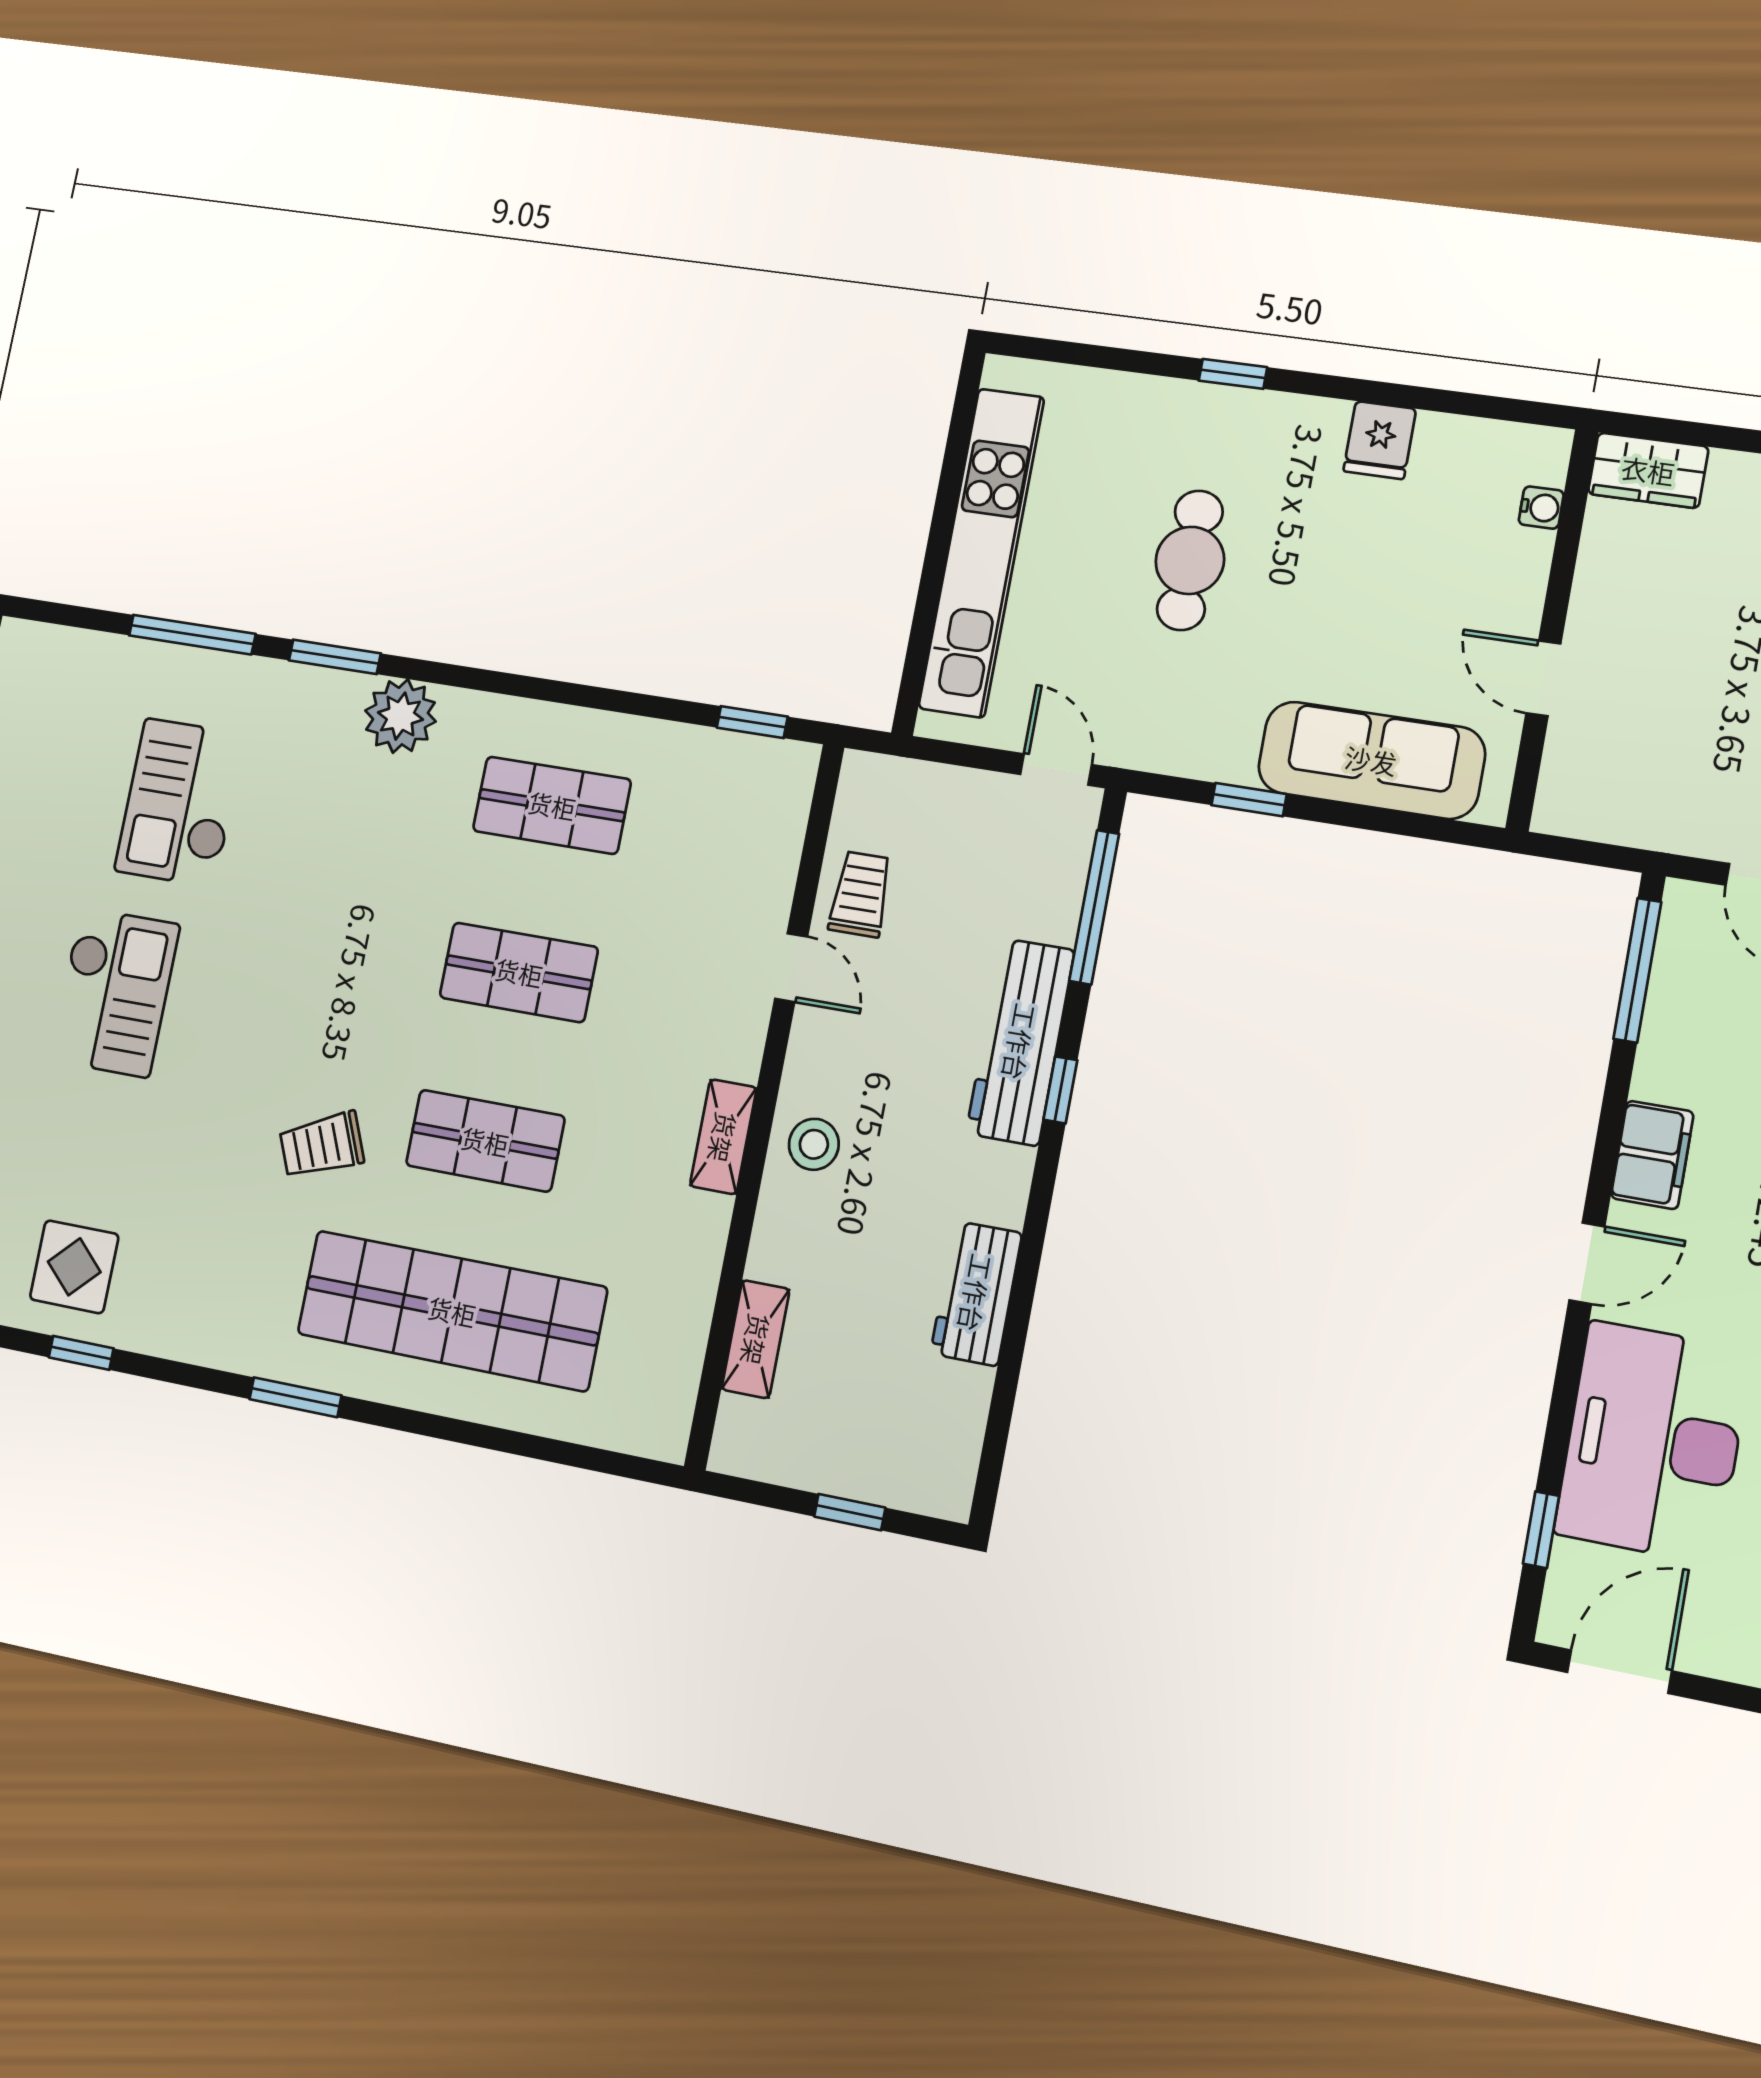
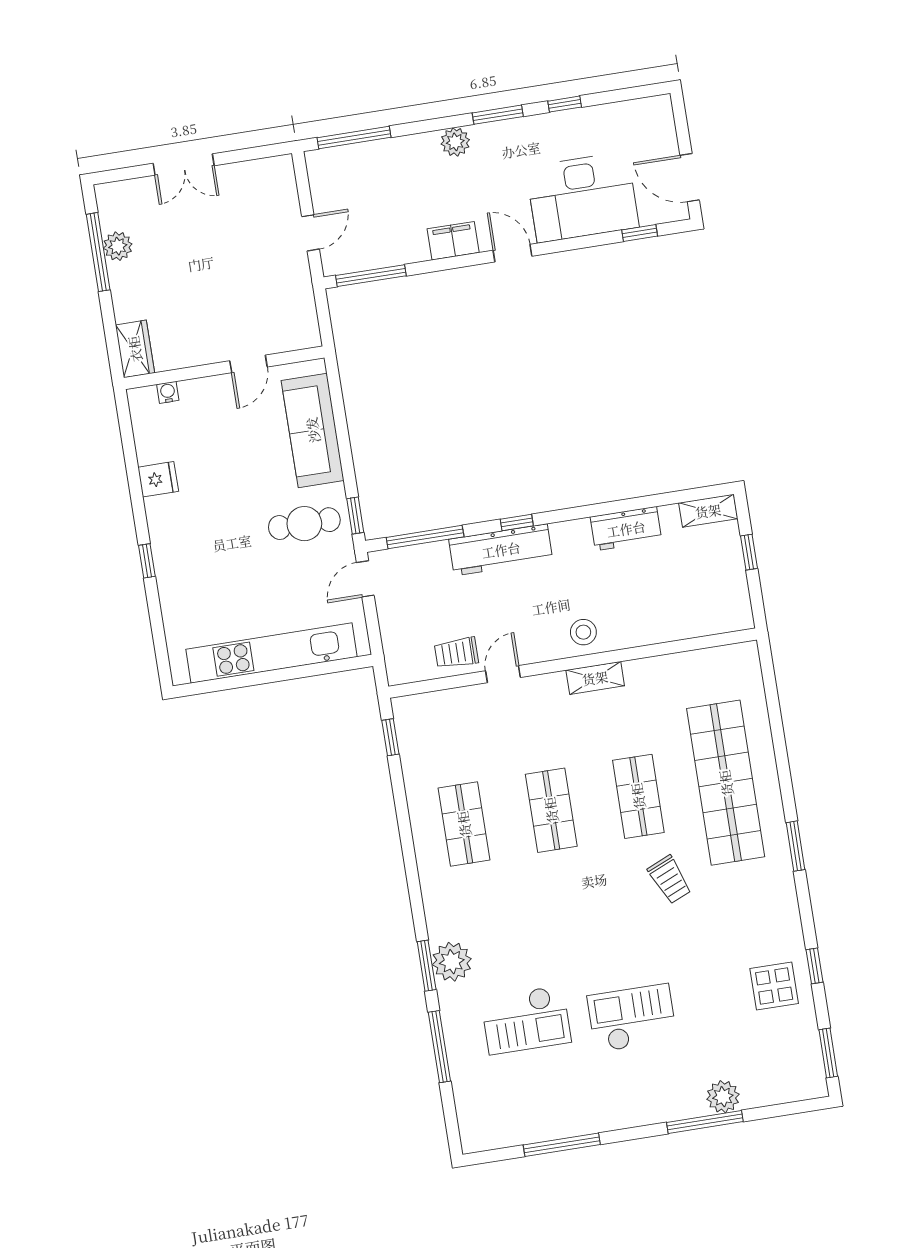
cafe table: (1190, 560) -> (304, 524), moved
plant: (400, 716) -> (452, 962), moved
window: (1249, 800) -> (355, 516), moved
shelving: (756, 1339) -> (708, 511), moved

